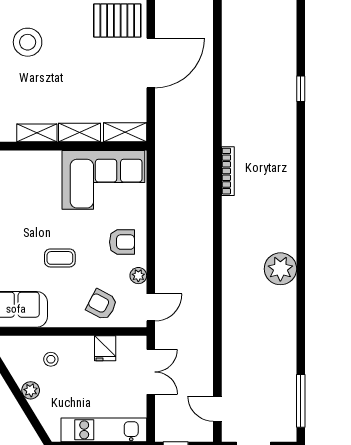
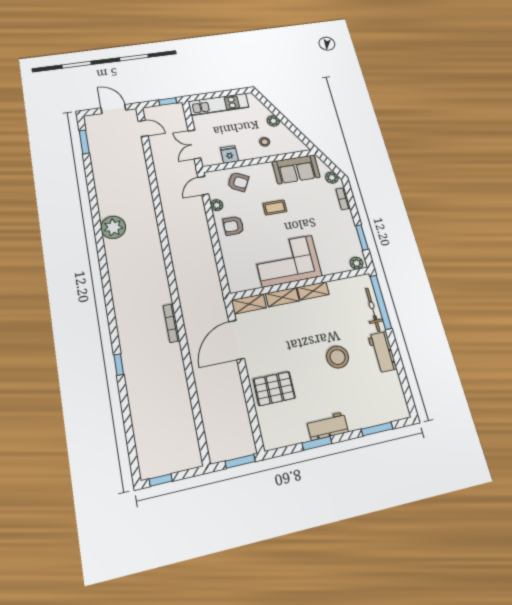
door: (151, 63) -> (237, 340), moved
bookcase: (228, 171) -> (171, 323), moved
corner sofa: (103, 180) -> (287, 261), moved
window: (301, 401) -> (84, 142), width x0.69

